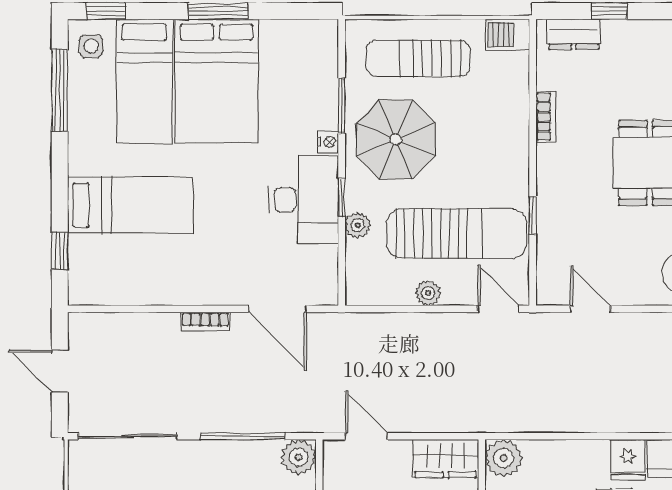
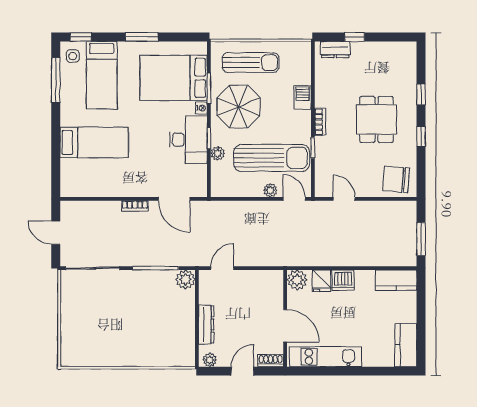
barbecue: (507, 35) -> (303, 97), moved, turned 90
sun lounger: (418, 58) -> (251, 63), turned 180
bed: (217, 81) -> (174, 78), moved, turned 90
bookcase: (546, 117) -> (320, 122), moved
window: (60, 251) -> (56, 167), removed
plant: (428, 293) -> (270, 190), moved
door: (366, 436) -> (222, 268), hinge flipped
dishwasher: (588, 458) -> (343, 280), added
wardrobe: (446, 459) -> (265, 280), removed
fridge: (628, 460) -> (321, 281), moved

